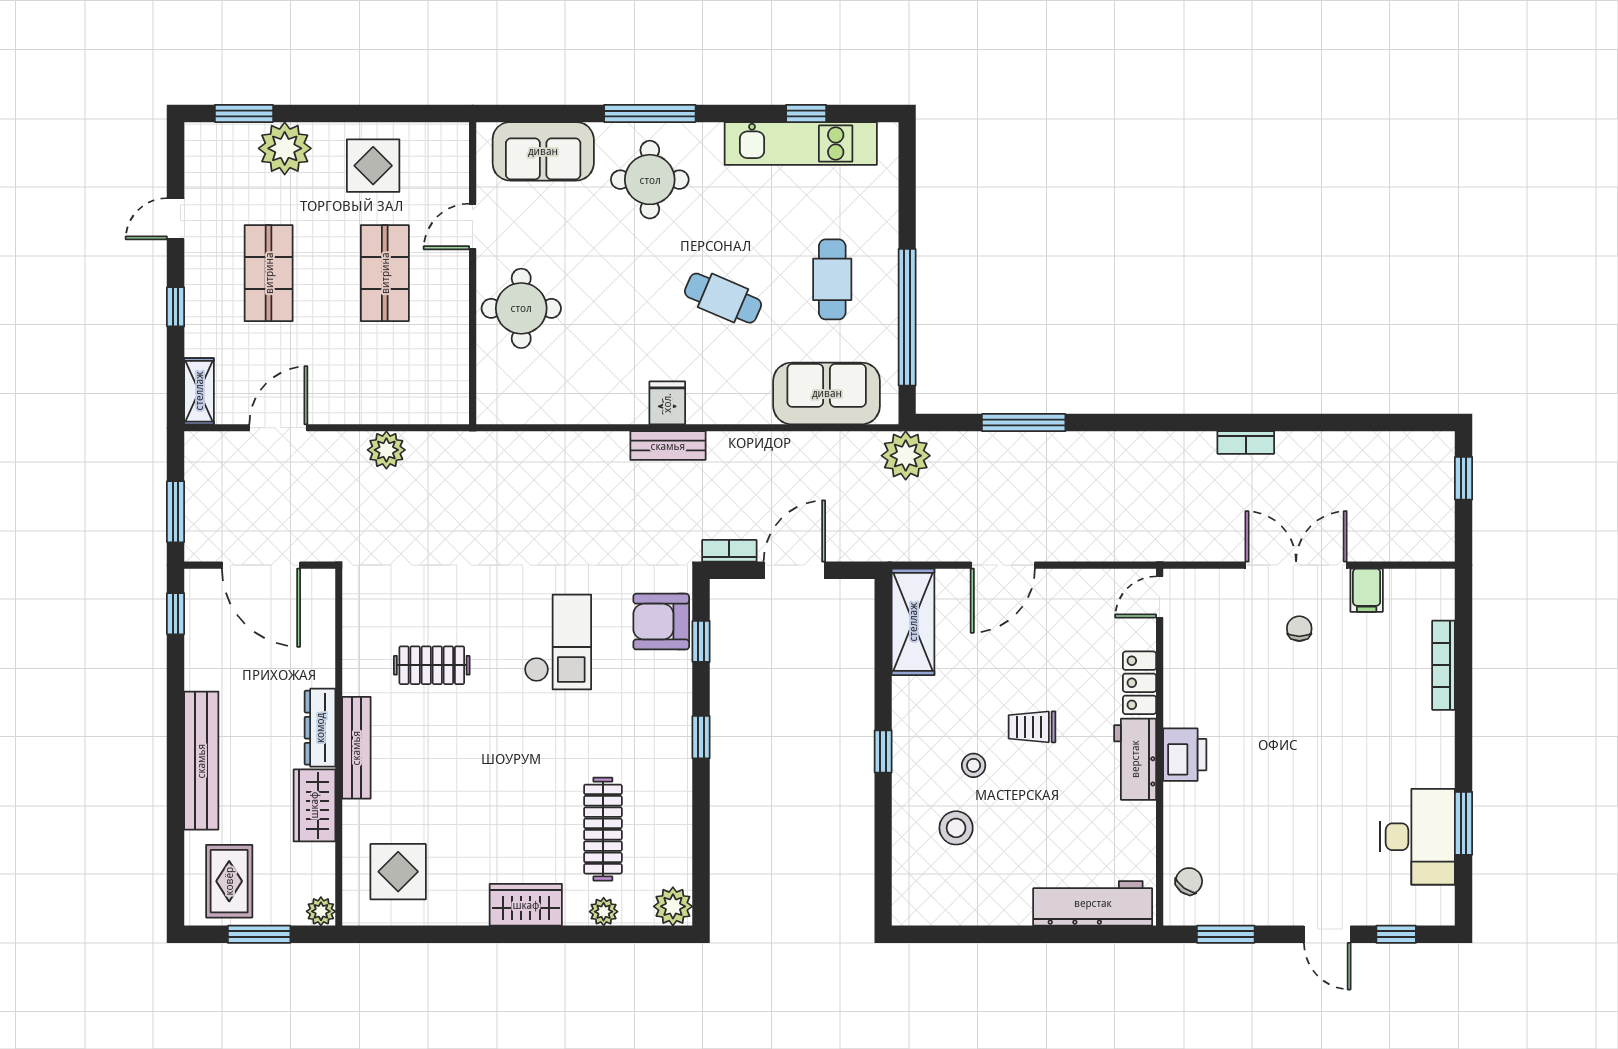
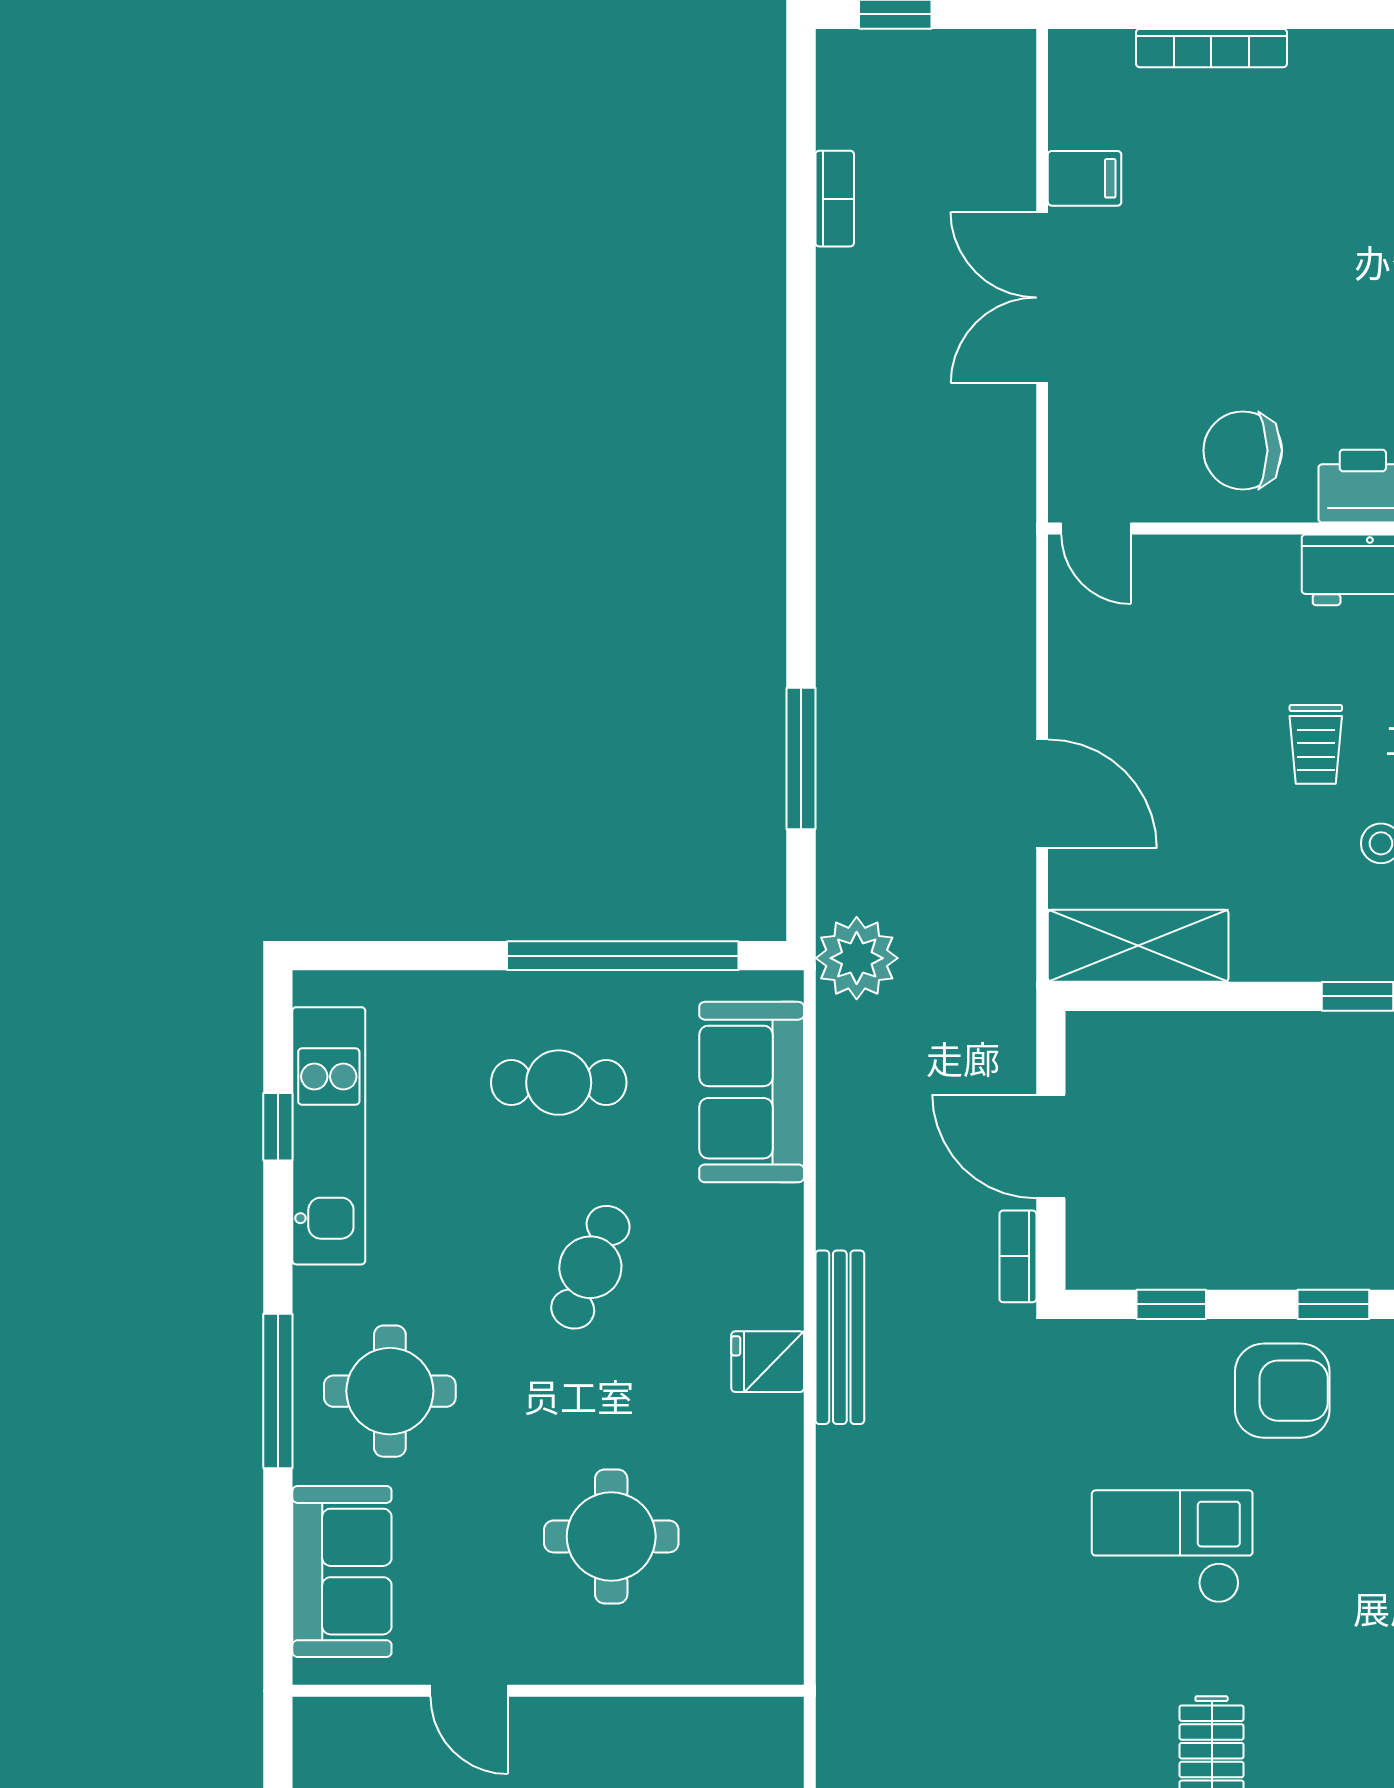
round table: (521, 308) -> (611, 1536), moved
bookcase: (1246, 442) -> (835, 199), moved
bench: (668, 446) -> (840, 1337), width x1.36
armchair: (661, 622) -> (1282, 1391), moved, turned -90
chair: (1299, 629) -> (1243, 450), moved, width x1.87, depth x1.87
locker: (1139, 683) -> (1241, 563), removed

